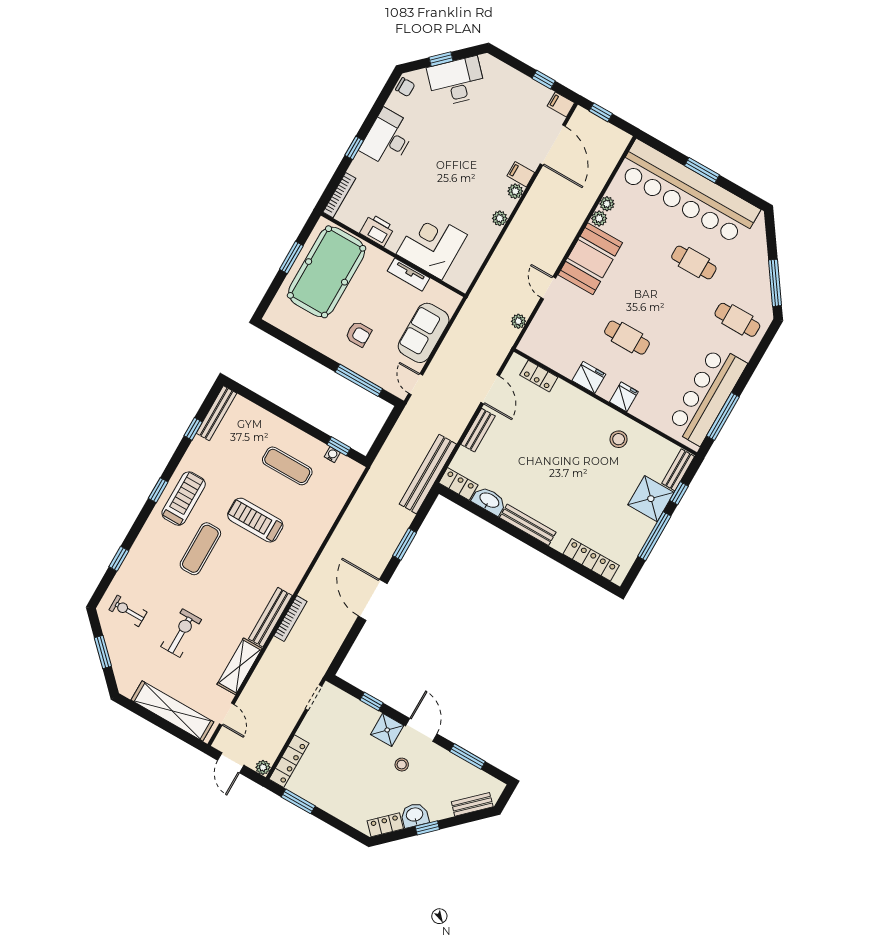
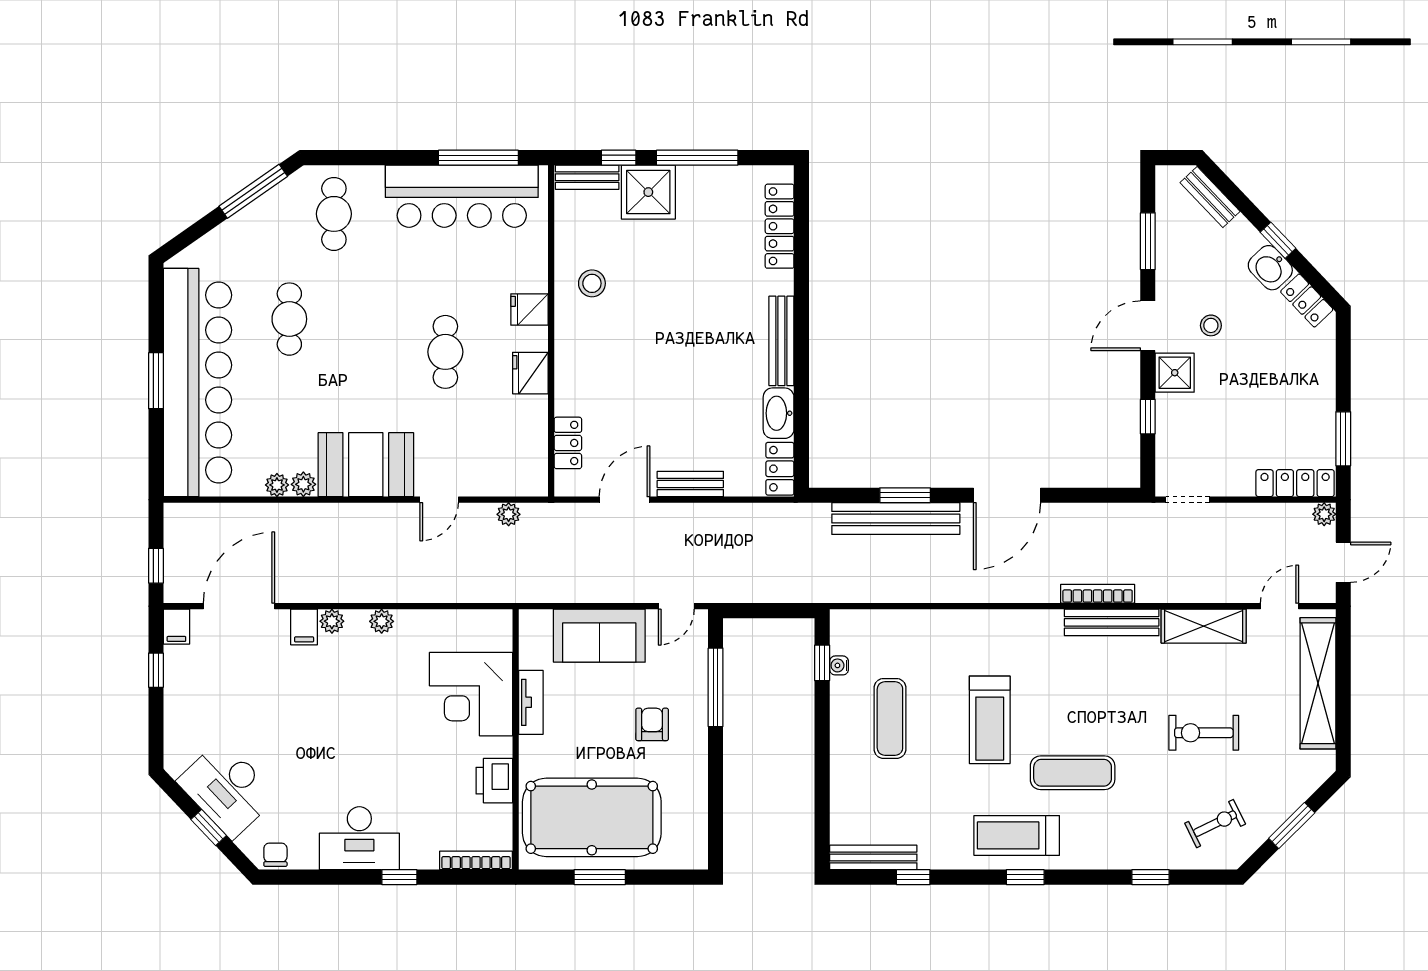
bench: (428, 474) -> (896, 518), moved
exercise bike: (128, 611) -> (1215, 824), turned -116

